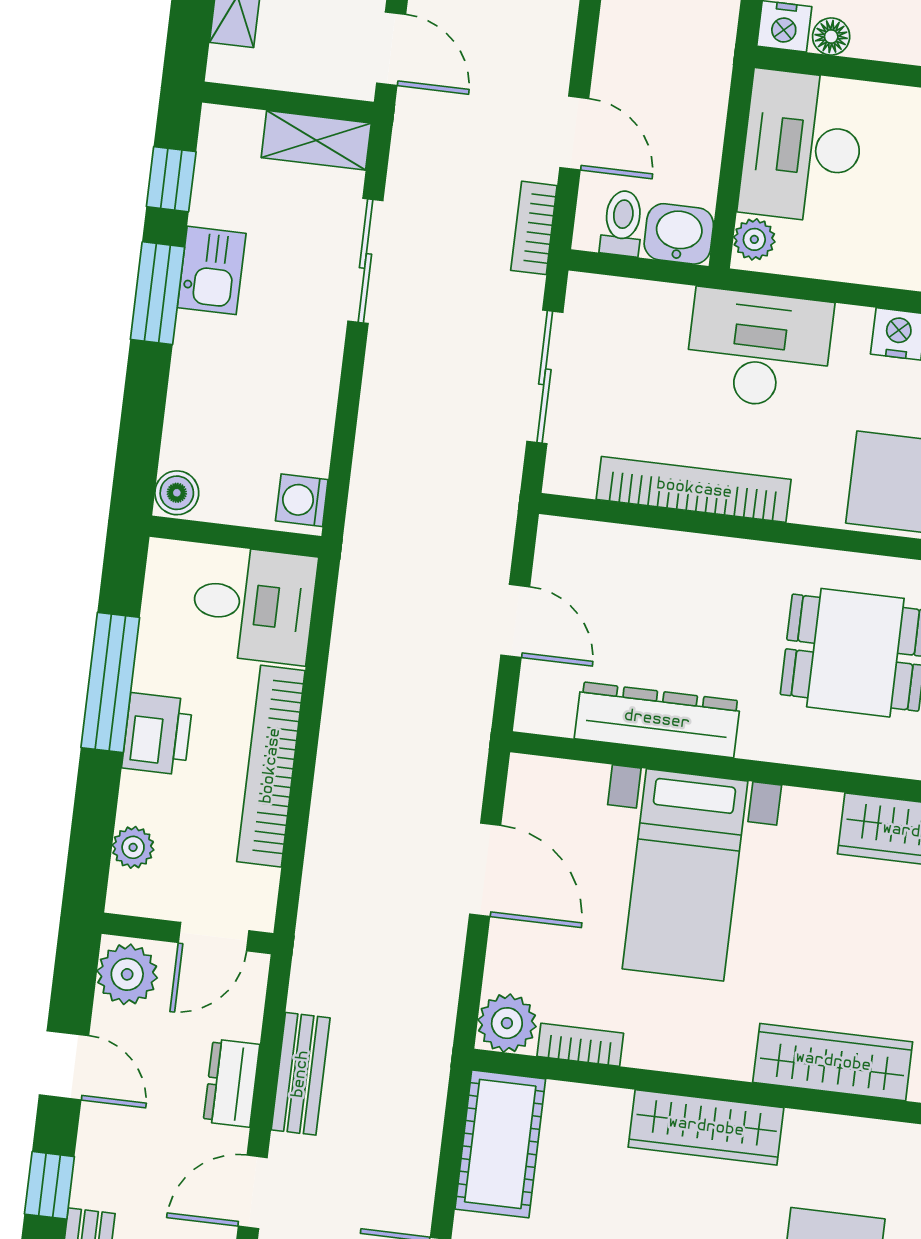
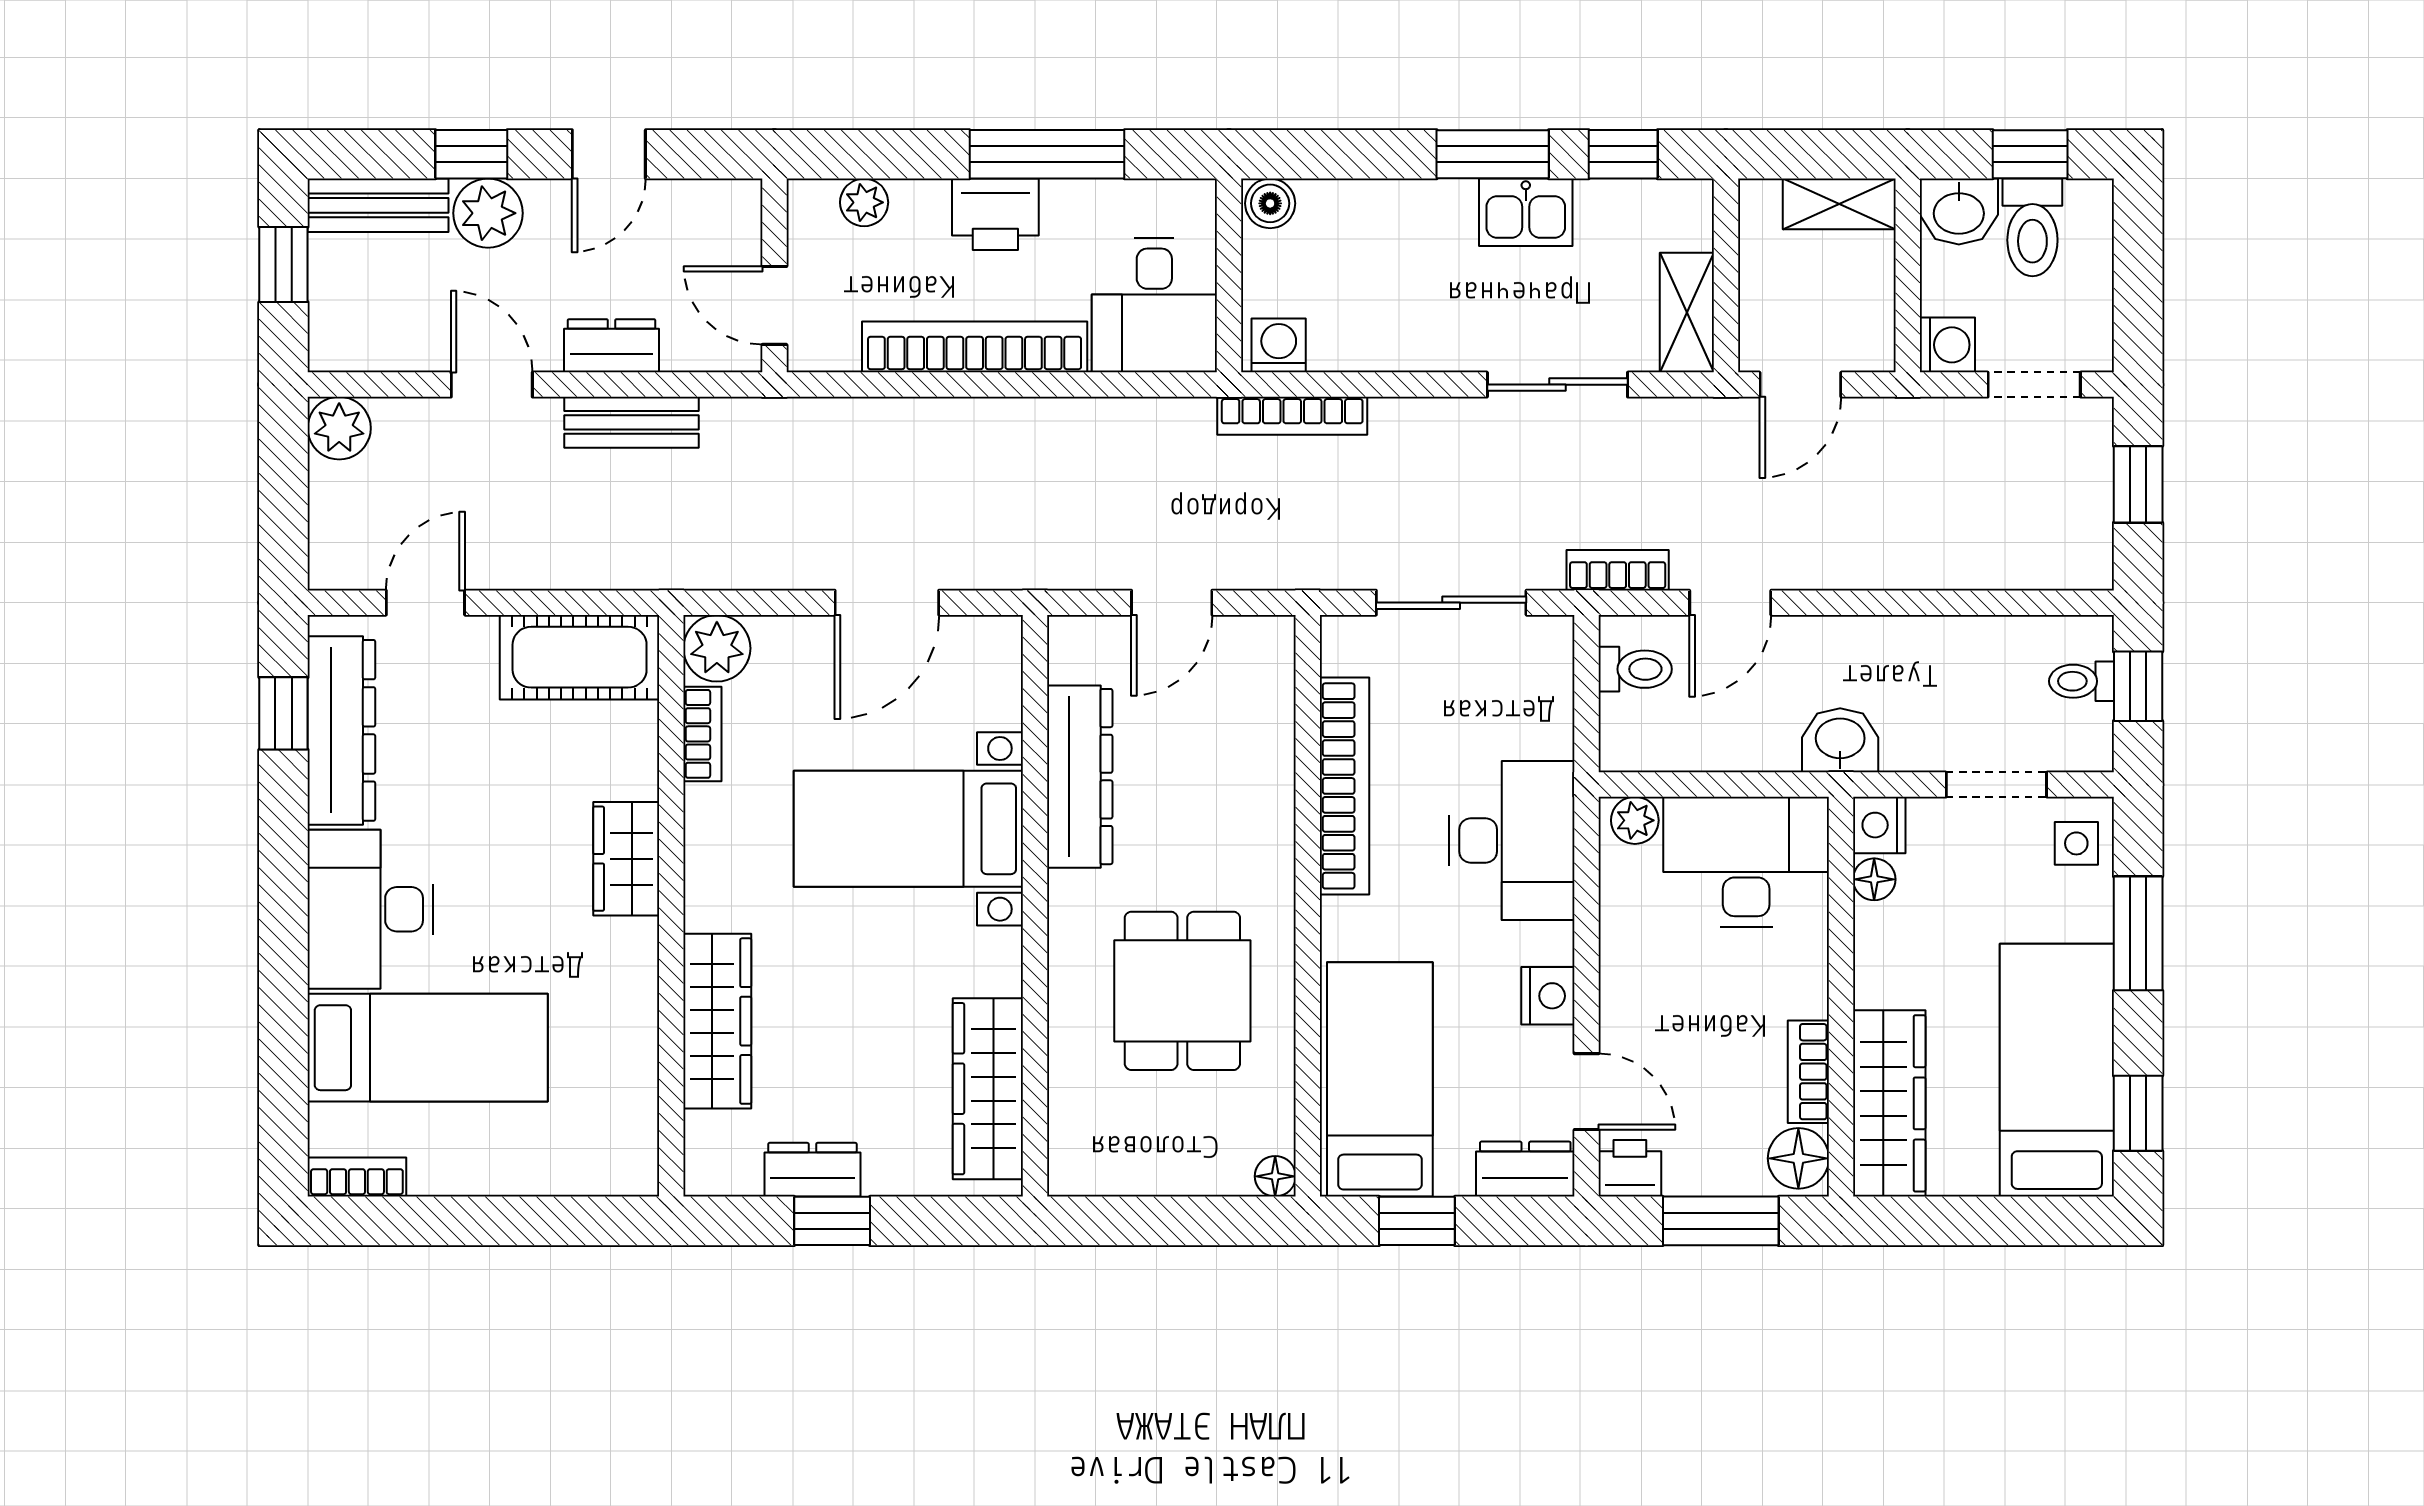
washbasin: (679, 234) -> (1840, 740), moved, turned -90
bookcase: (365, 496) -> (1292, 416), added
plant: (127, 974) -> (488, 213), moved
wardrobe: (706, 1127) -> (626, 859), width x0.67

